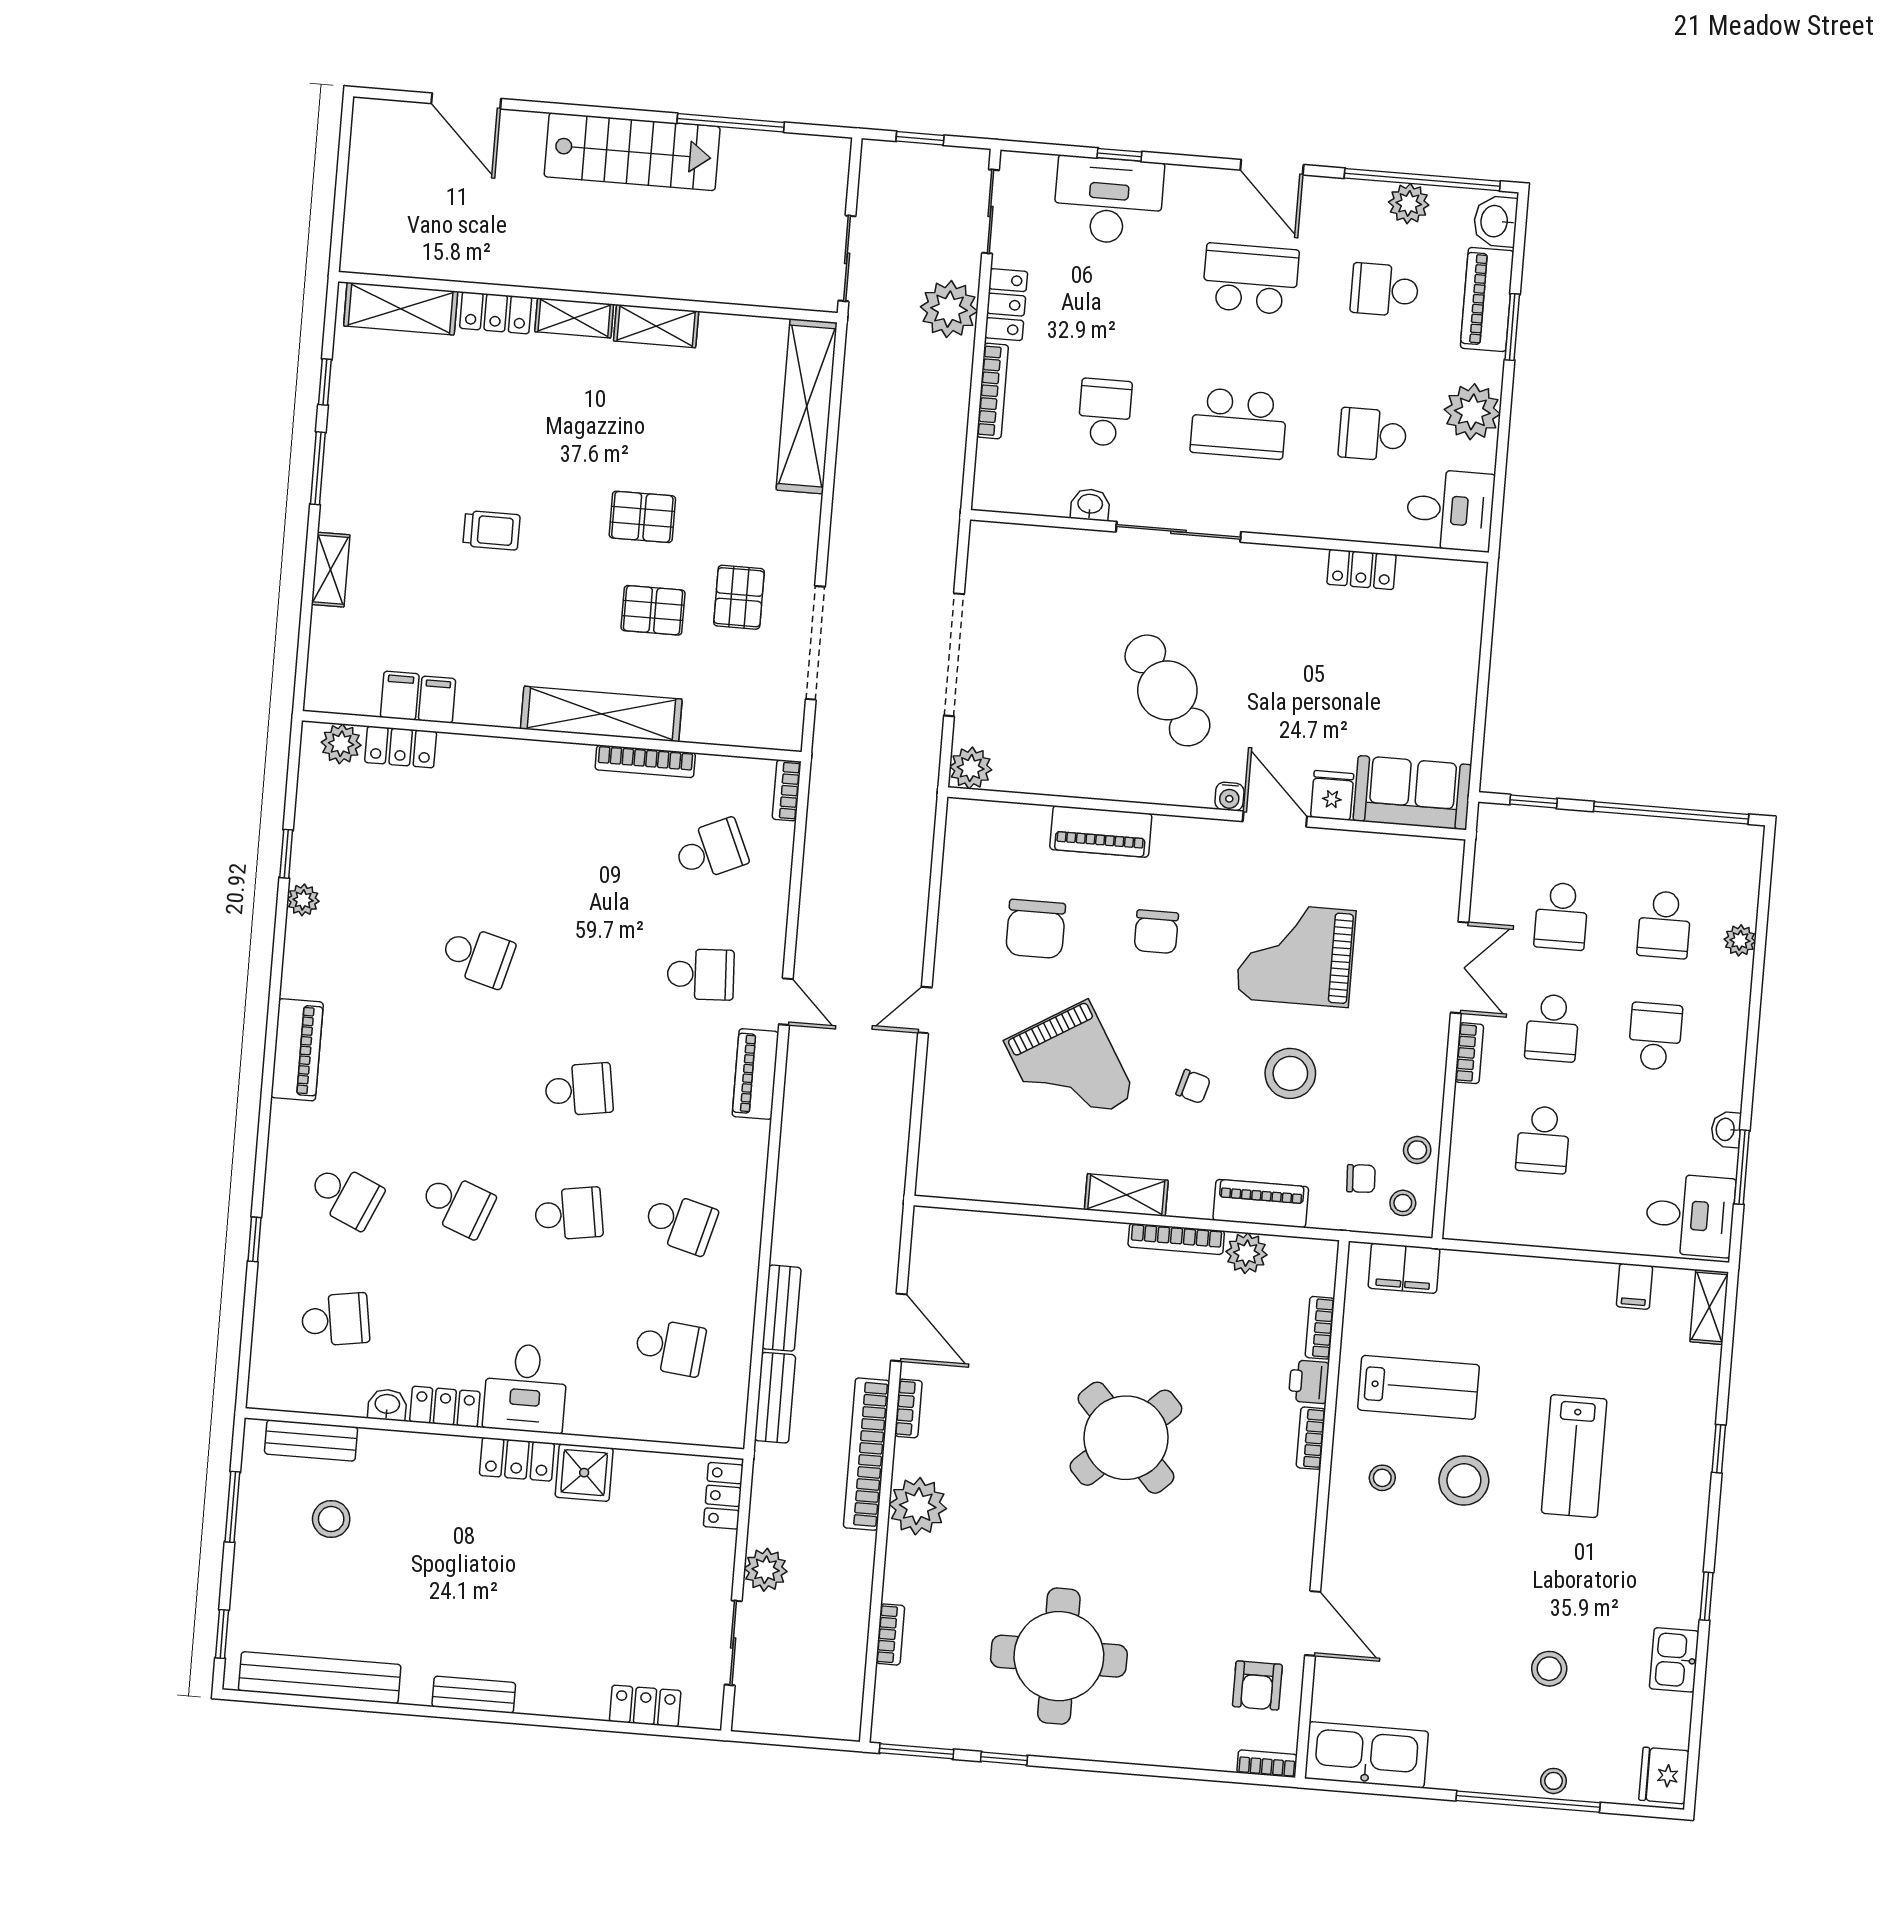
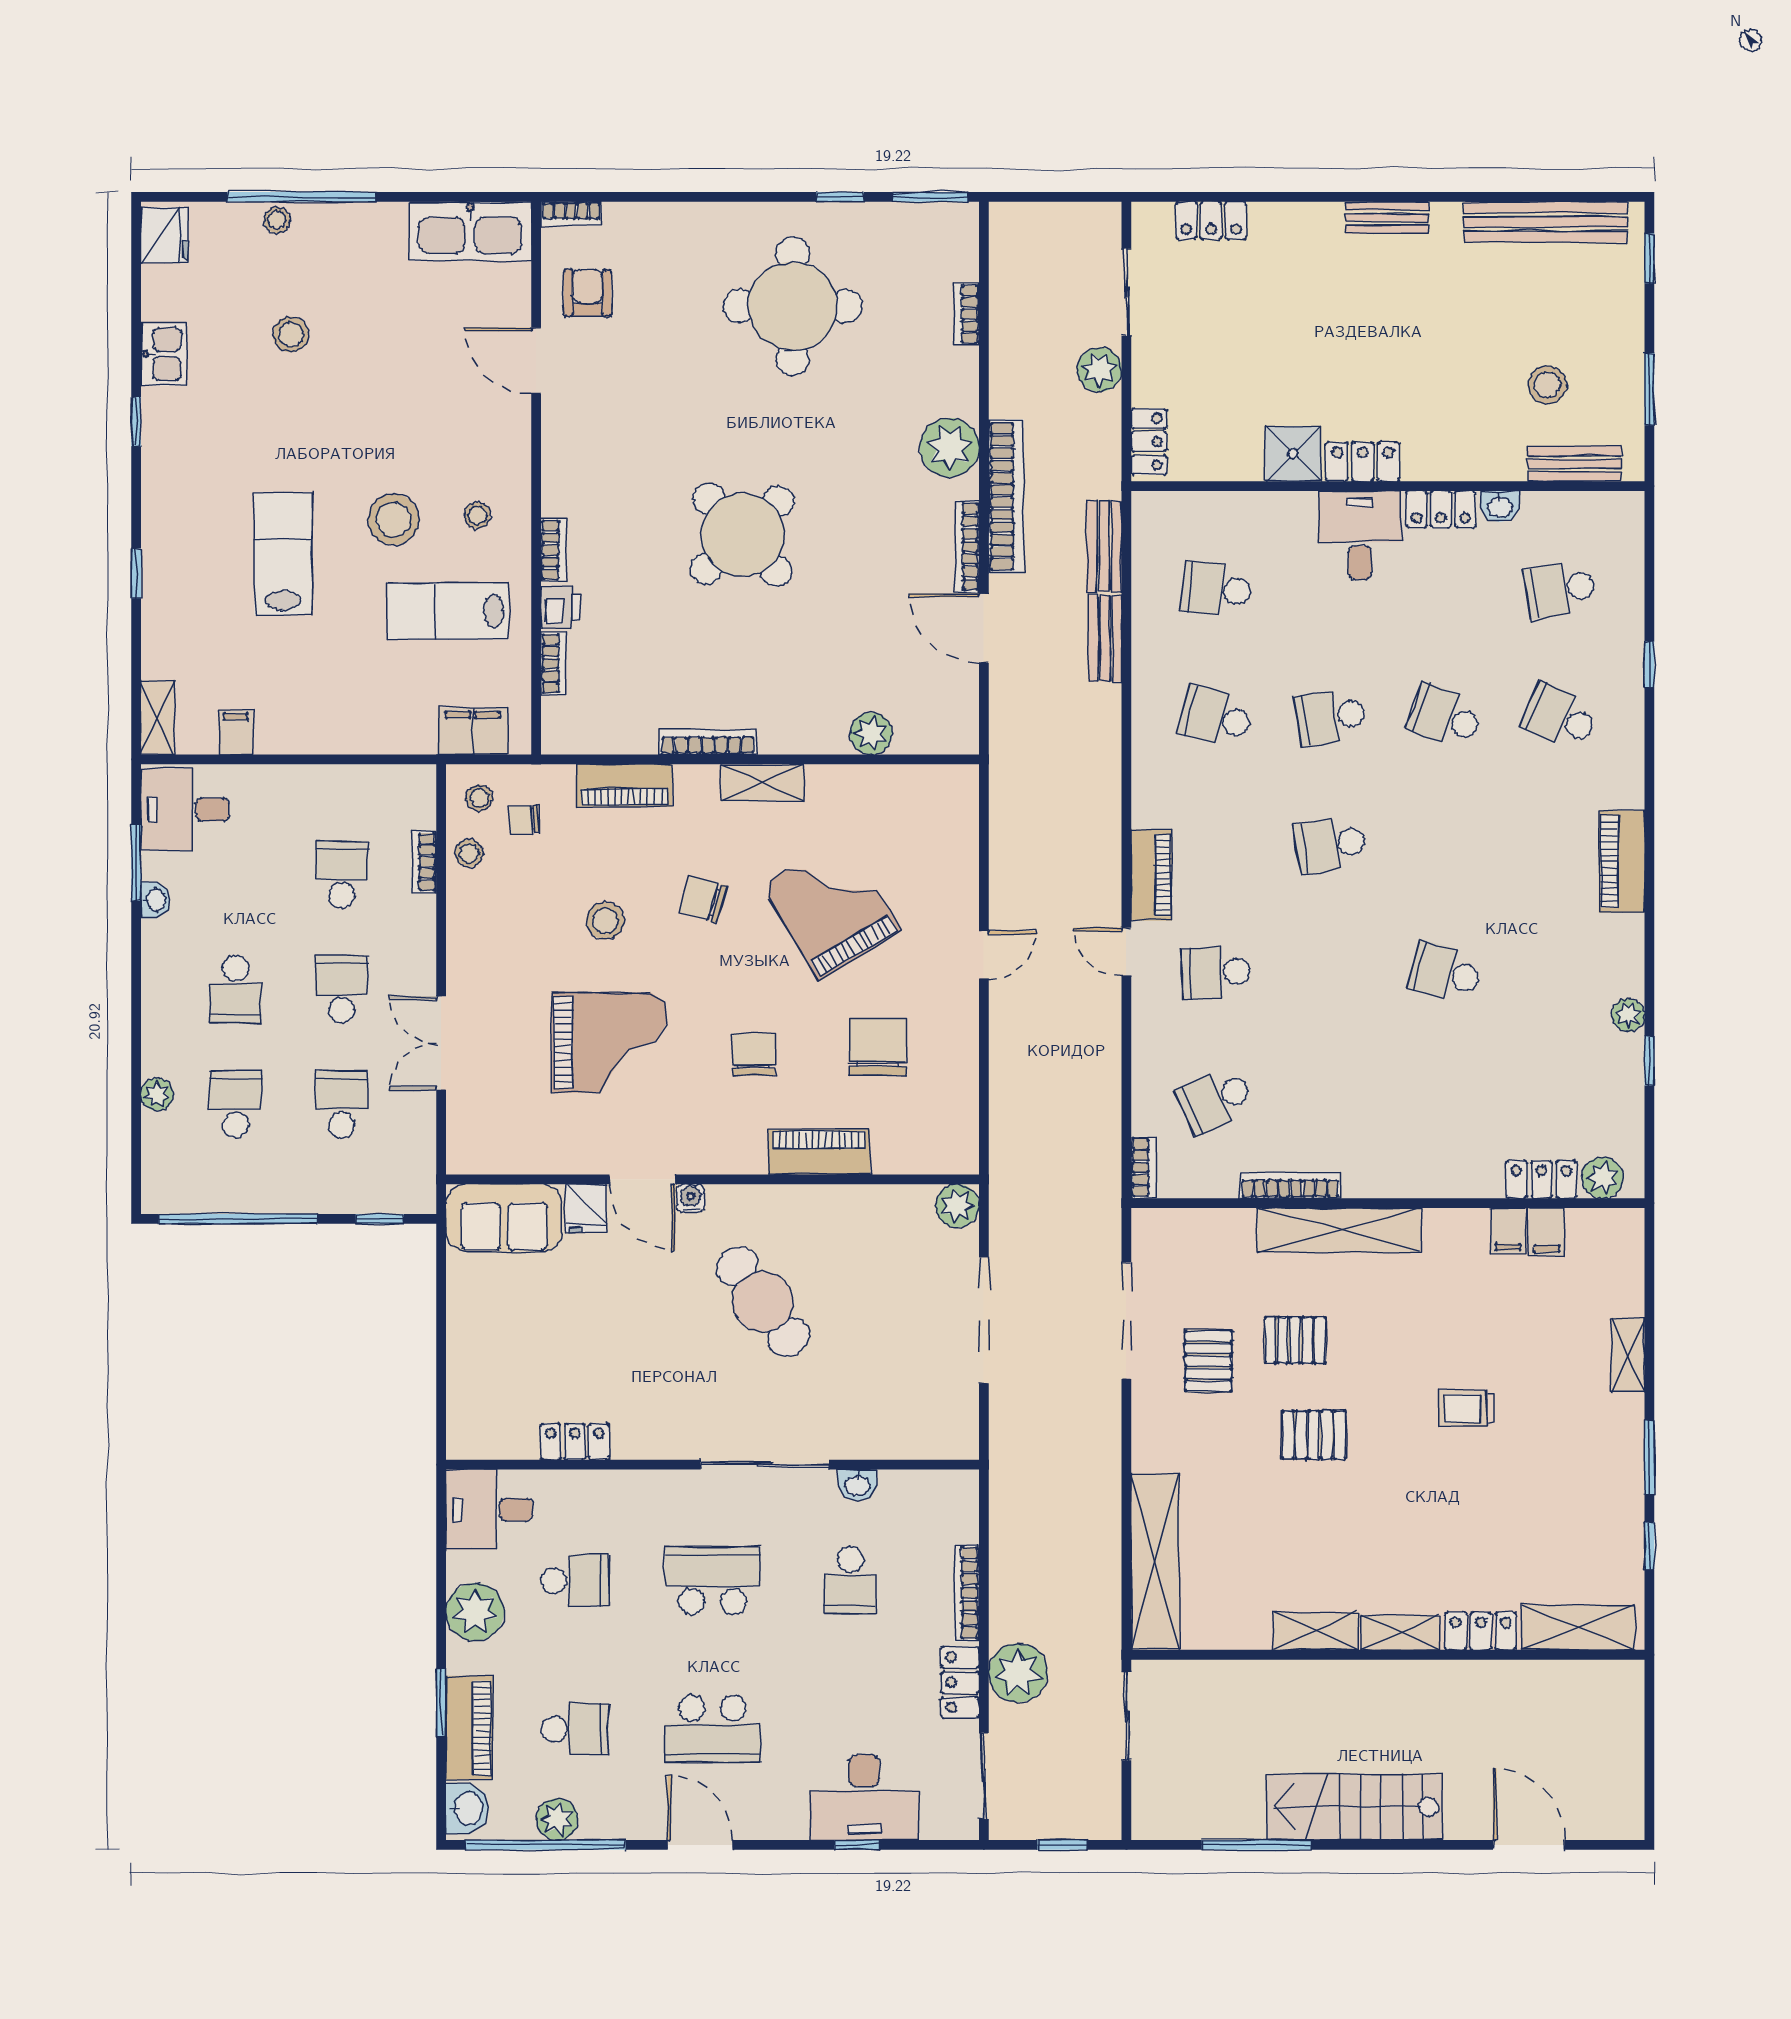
bookcase: (1469, 1053) -> (424, 862), moved
stool: (1290, 1073) -> (605, 921), width x0.73, depth x0.73
chair: (1193, 1087) -> (703, 899), width x1.37, depth x1.37
plant: (1247, 1253) -> (871, 734), moved
bookcase: (908, 1408) -> (967, 547), width x1.56

